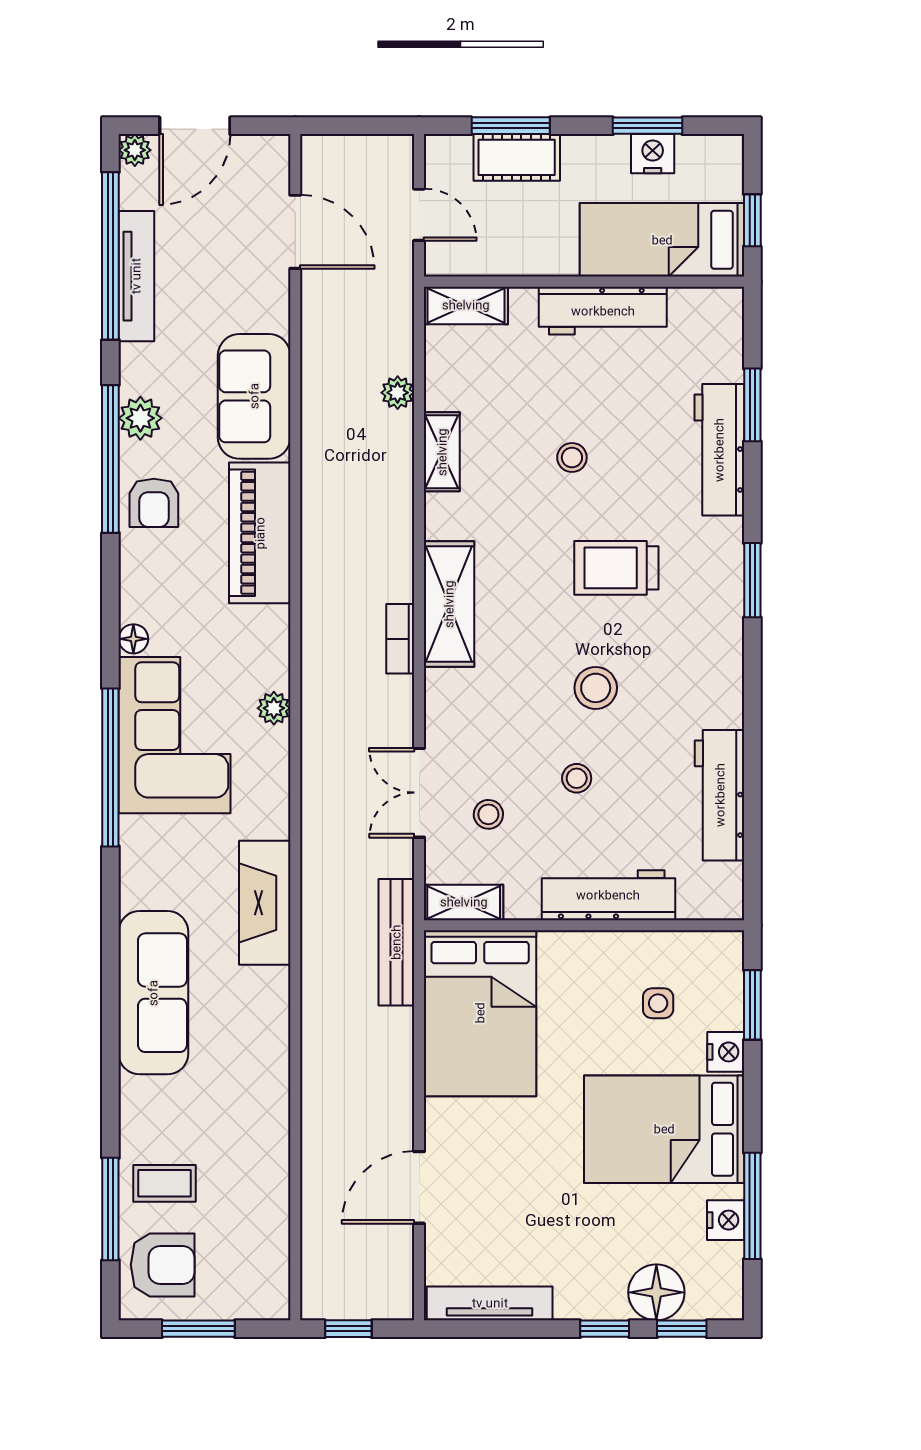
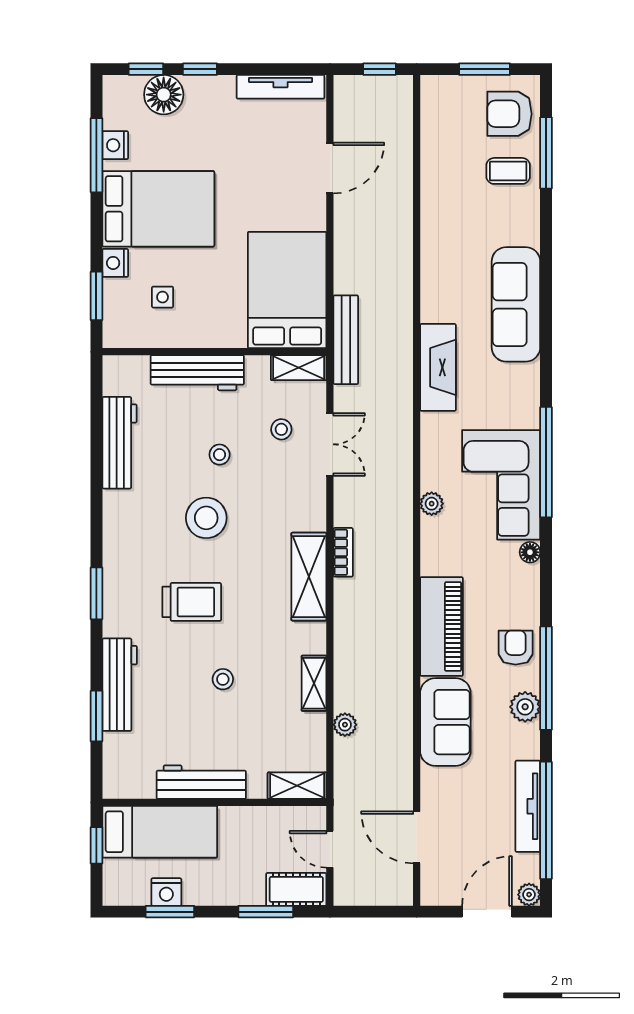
cot: (517, 157) -> (296, 889), moved
stool: (596, 688) -> (206, 518), width x1.38, depth x1.38

